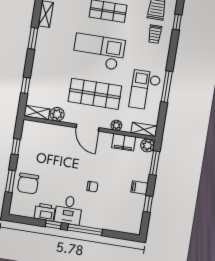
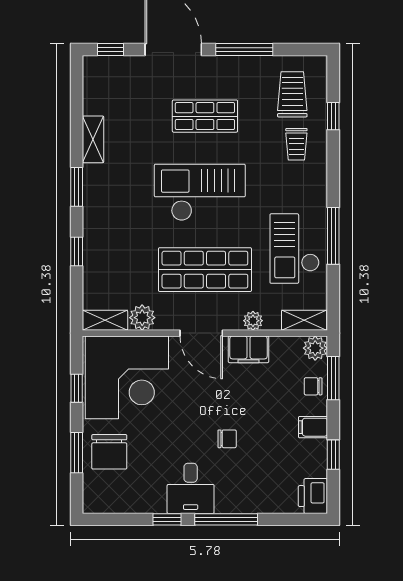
window: (25, 85) -> (77, 251), moved
filing cabinet: (124, 142) -> (248, 349), moved
corner desk: (44, 145) -> (127, 377), added
chair: (143, 166) -> (313, 386), added
printer: (45, 212) -> (313, 496), moved, turned -90

